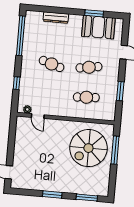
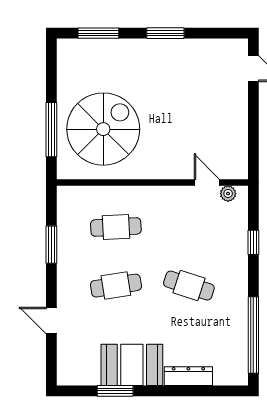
booth: (98, 27) -> (132, 365), moved

